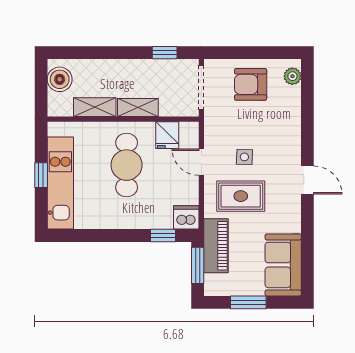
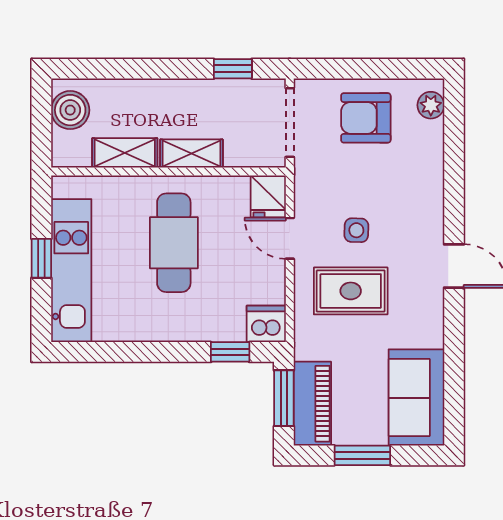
fridge: (167, 135) -> (268, 196), moved
piano: (216, 246) -> (312, 404), moved

